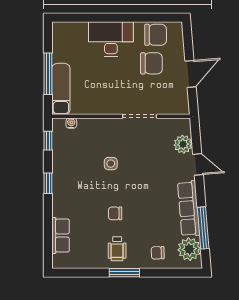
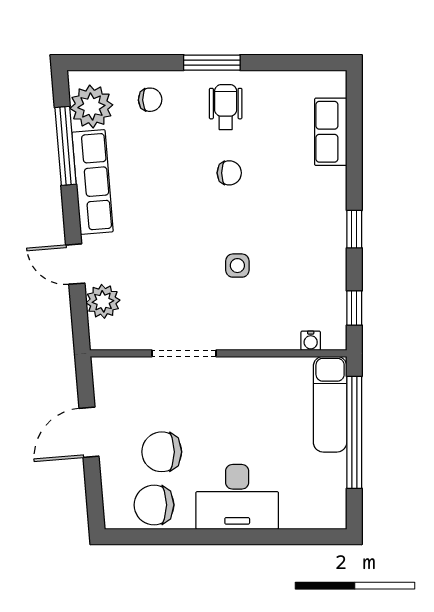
window: (48, 74) -> (354, 432), width x1.46

